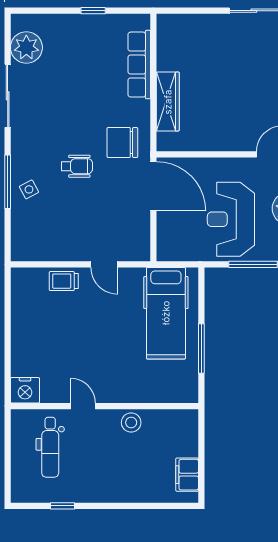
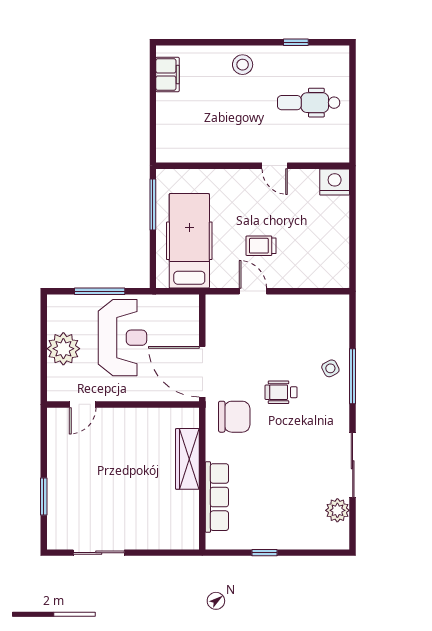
plant: (26, 47) -> (337, 510), width x0.73, depth x0.73
trolley: (64, 281) -> (261, 246), moved, turned 180
nightstand: (25, 390) -> (335, 182), moved
door: (83, 406) -> (275, 166), moved
wall: (104, 406) -> (253, 166), moved
stool: (131, 423) -> (243, 65), moved
dental chair: (50, 447) -> (309, 103), turned -90

